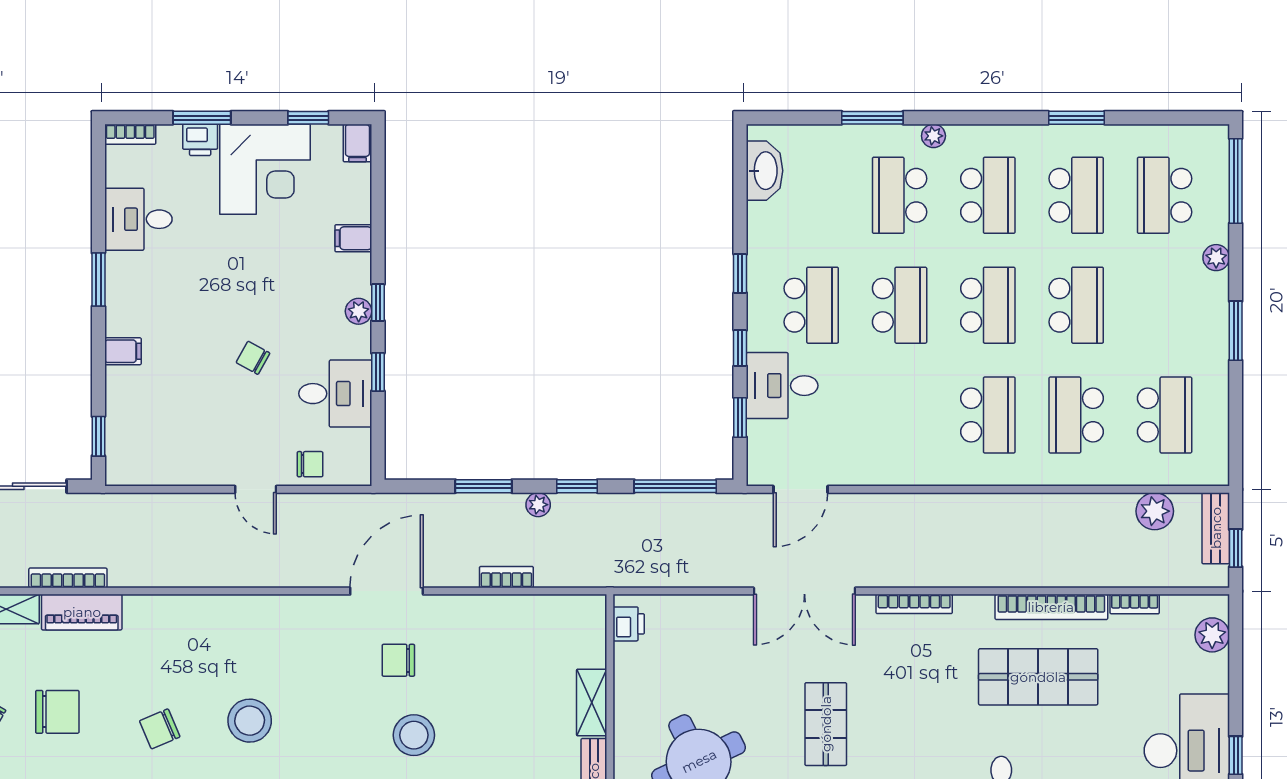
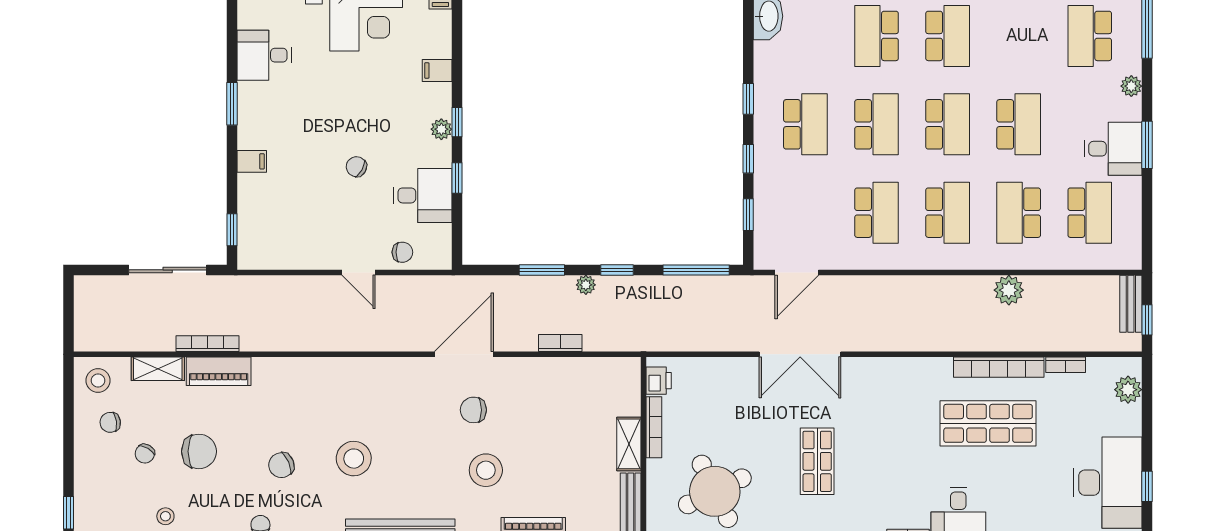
school desk: (1076, 195) -> (877, 213), moved
desk: (782, 386) -> (1113, 149), moved, turned 180
plant: (1155, 511) -> (1009, 290), moved
bookcase: (914, 604) -> (654, 427), moved, turned -90

